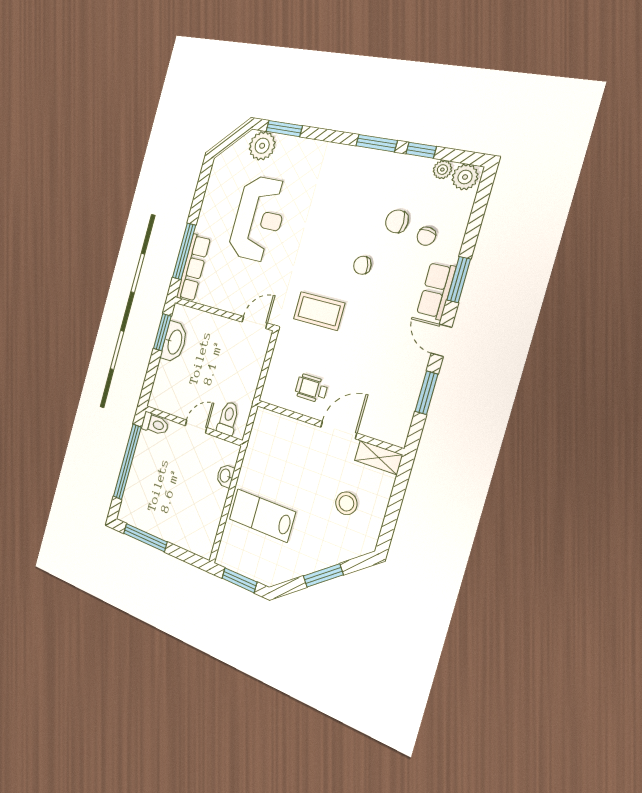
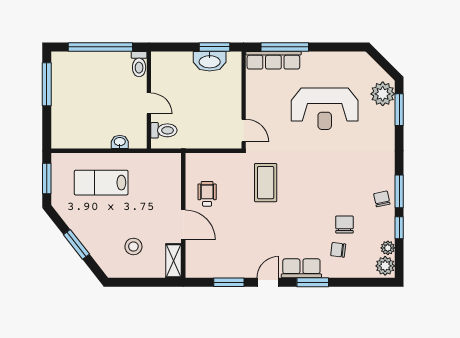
chair: (362, 265) -> (382, 199), moved
lab bench: (262, 515) -> (101, 183), turned -90

